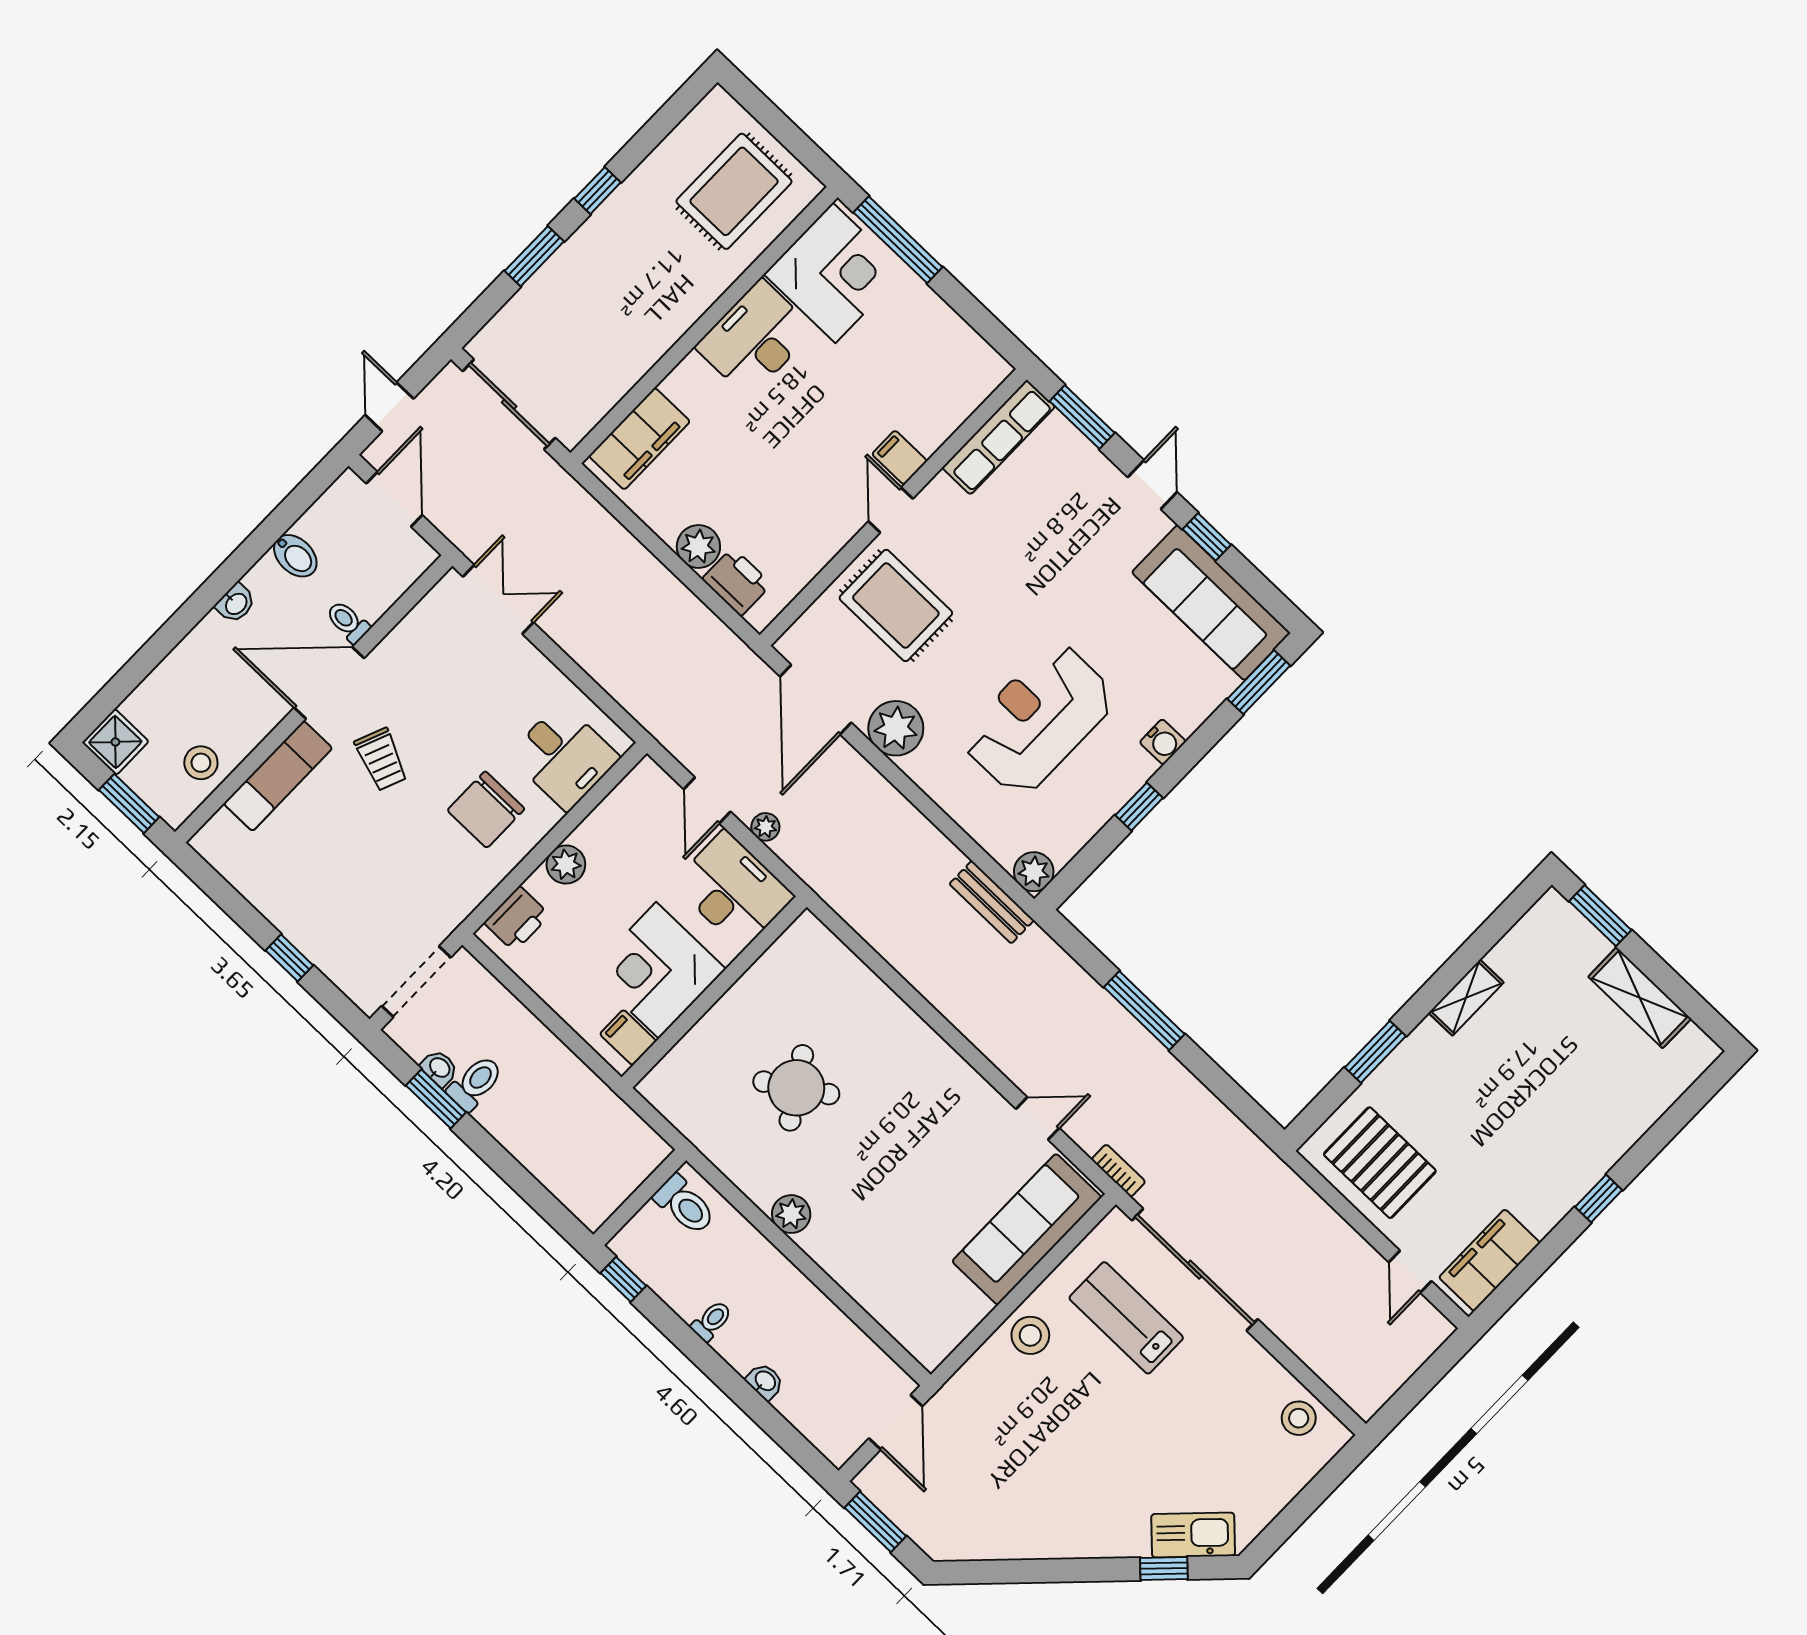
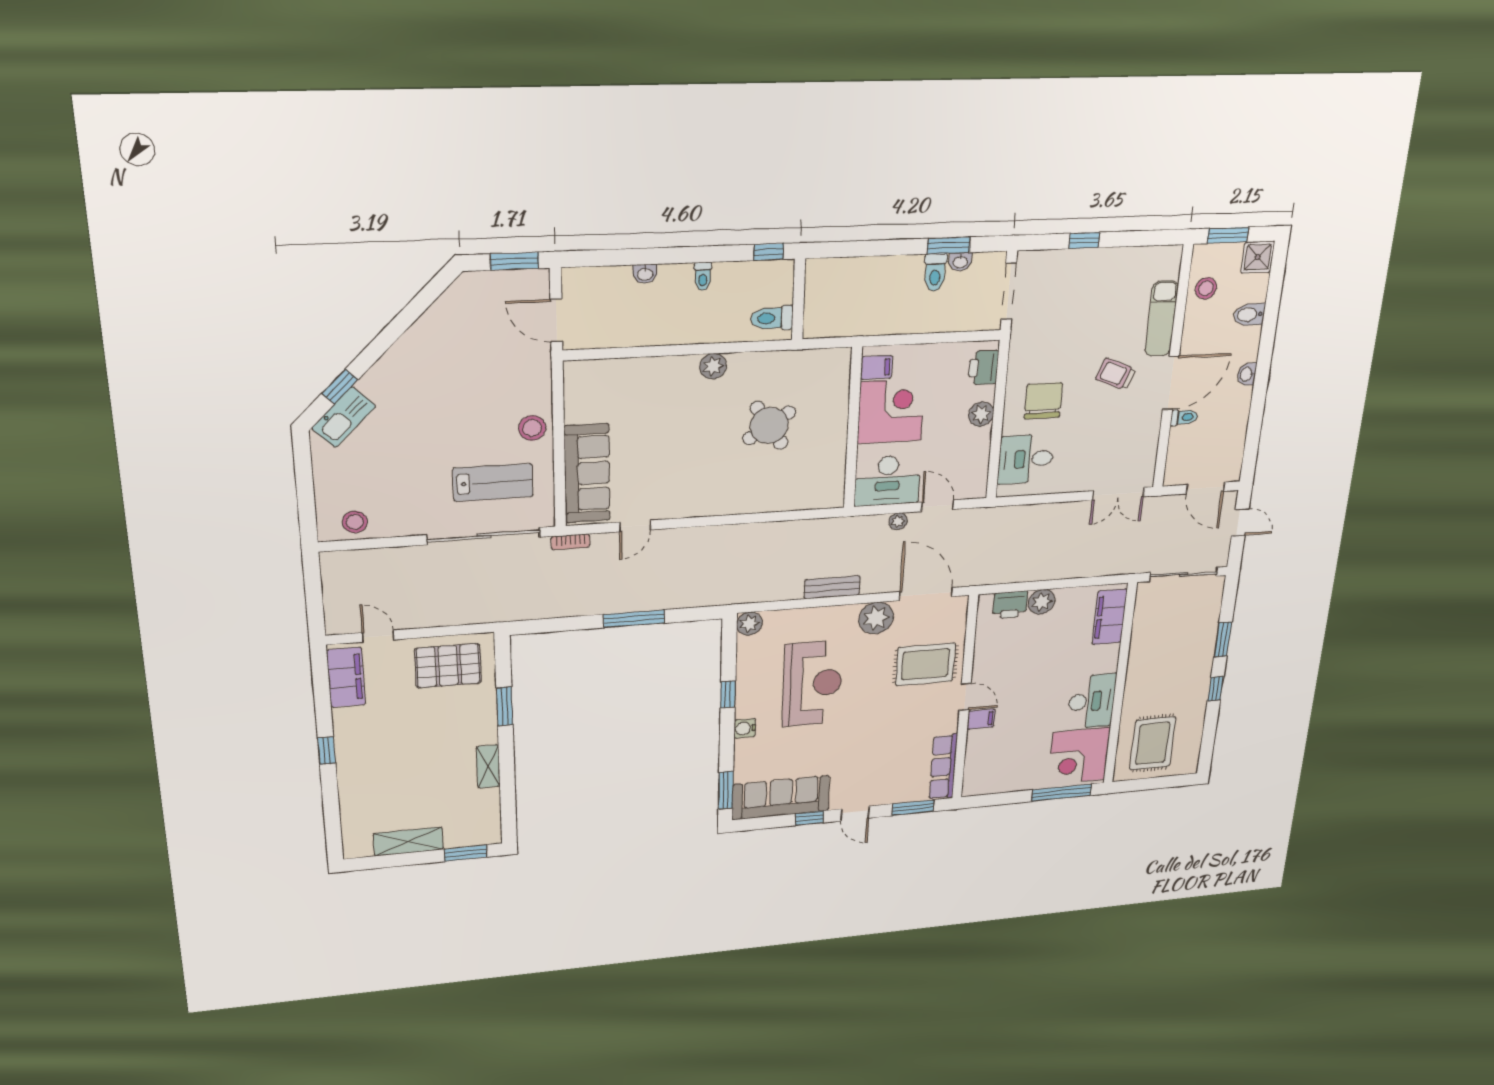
bidet: (295, 556) -> (1249, 314), moved
bench: (992, 902) -> (832, 587), moved

